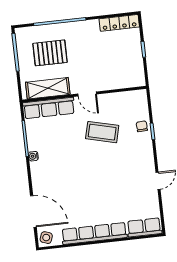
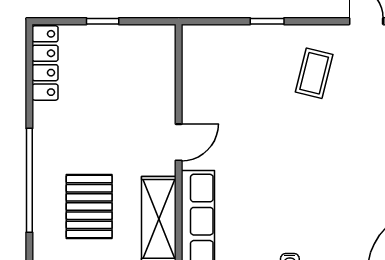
chair: (142, 126) -> (255, 41), removed
coffee table: (102, 132) -> (314, 73), moved, width x0.73, depth x0.77

